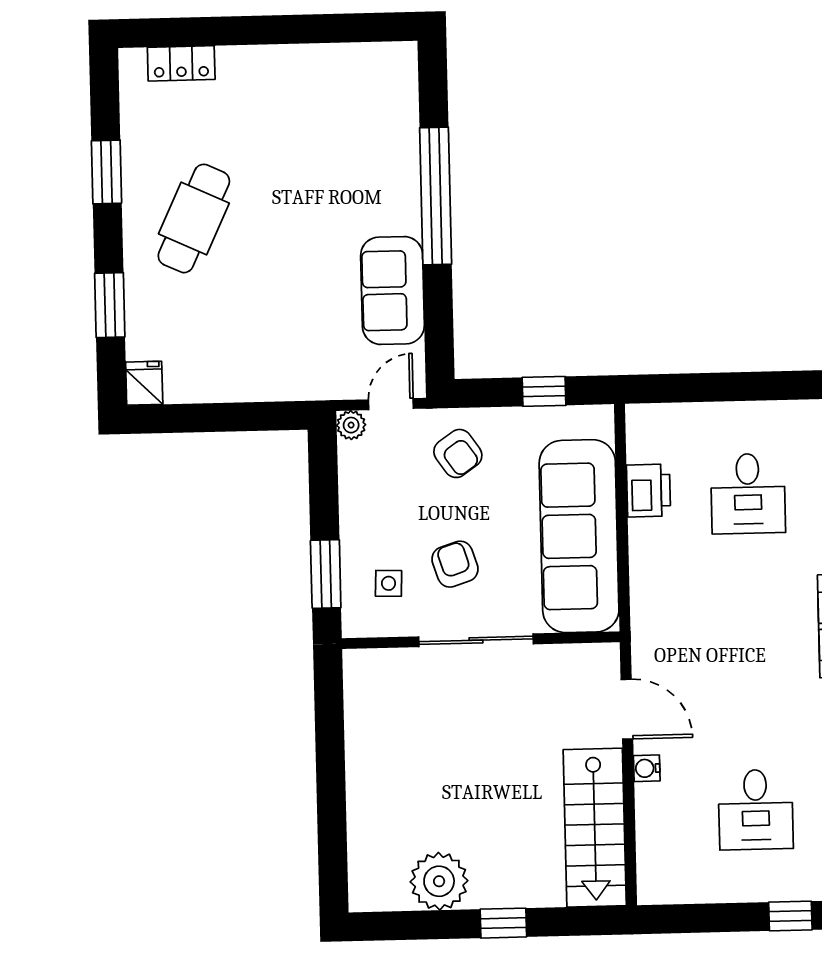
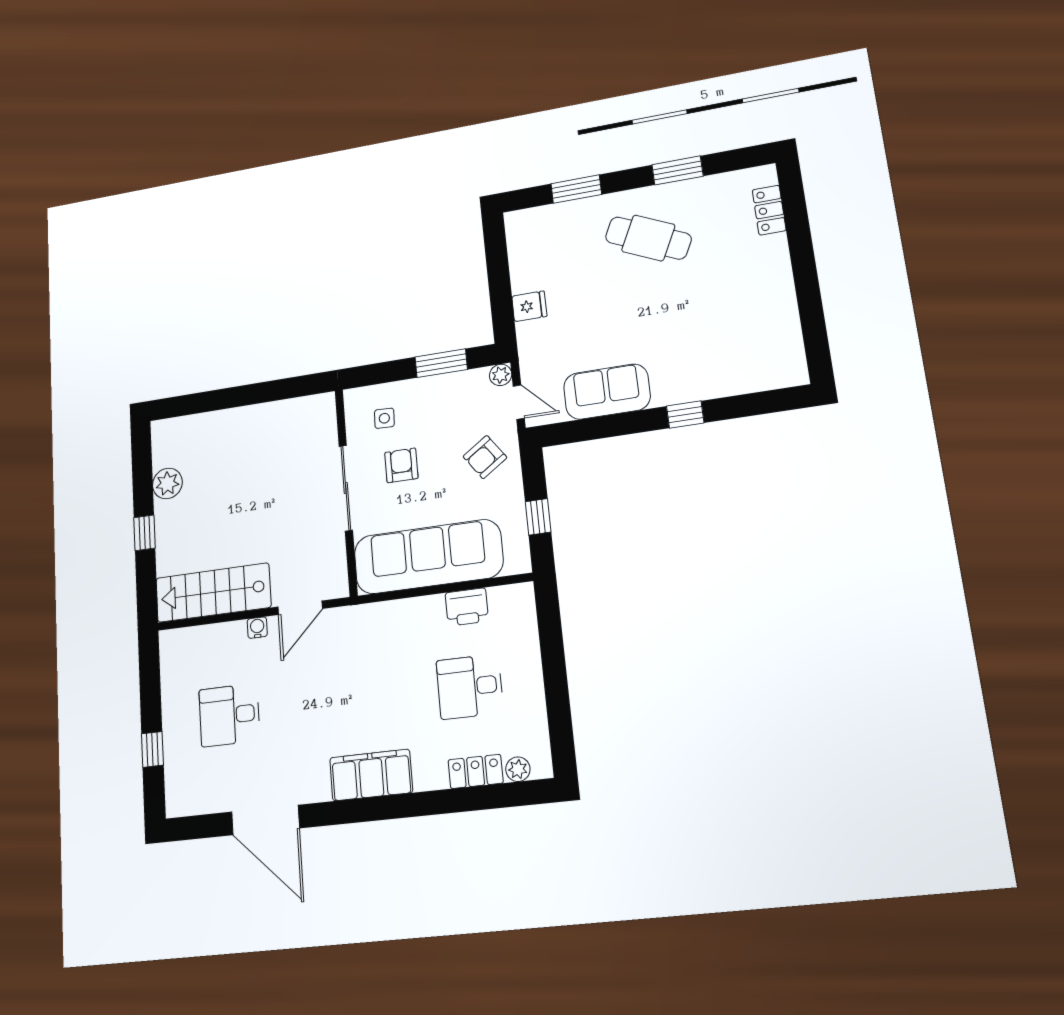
window: (436, 196) -> (685, 415), width x0.32
fridge: (144, 383) -> (529, 306), moved
armchair: (455, 564) -> (401, 465), turned -72
window: (326, 574) -> (441, 363), moved
plant: (439, 881) -> (167, 483), width x0.73, depth x0.73

